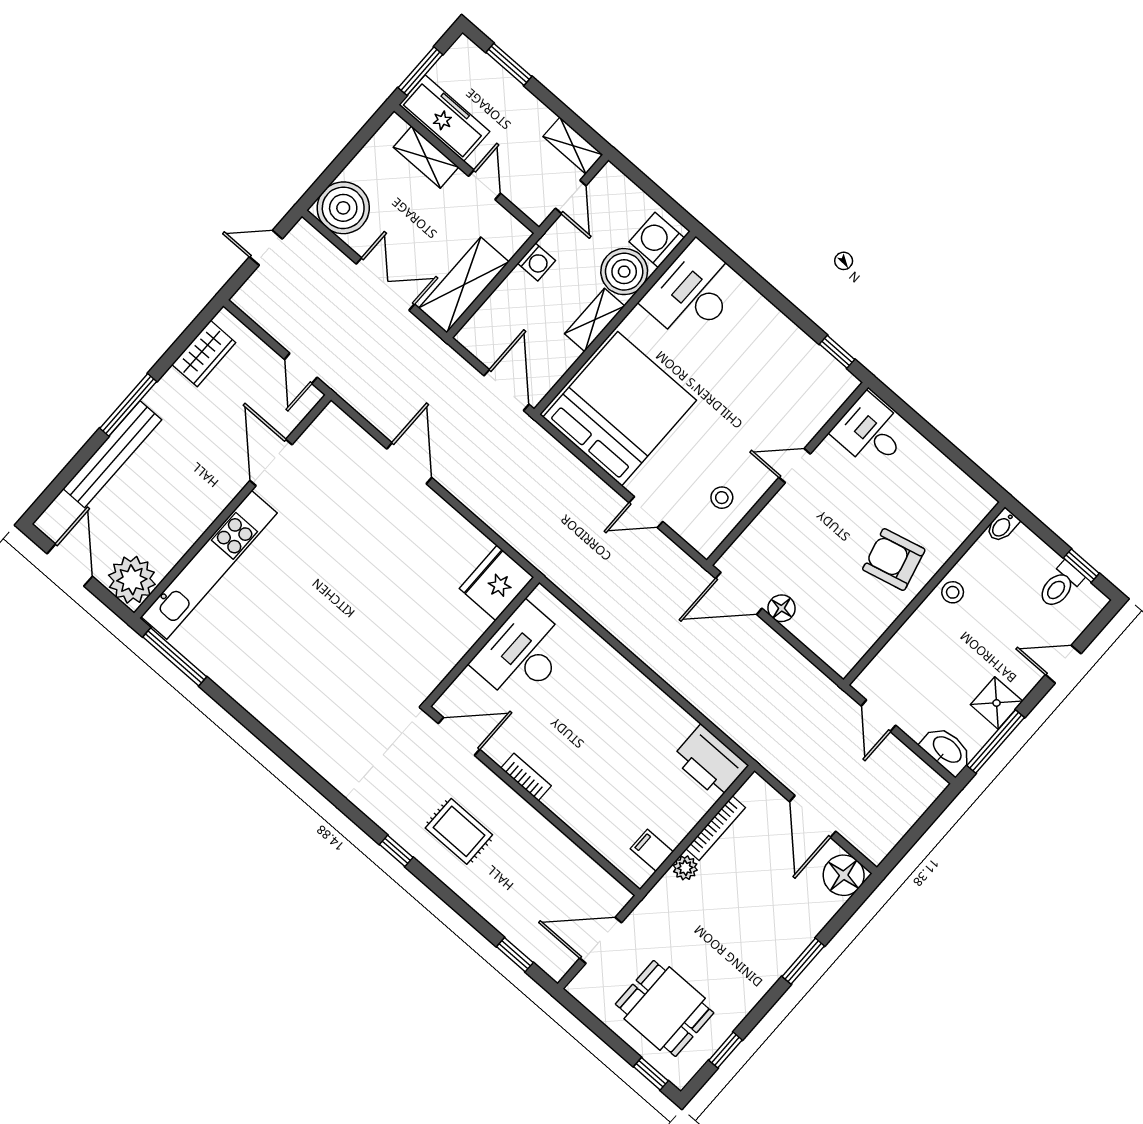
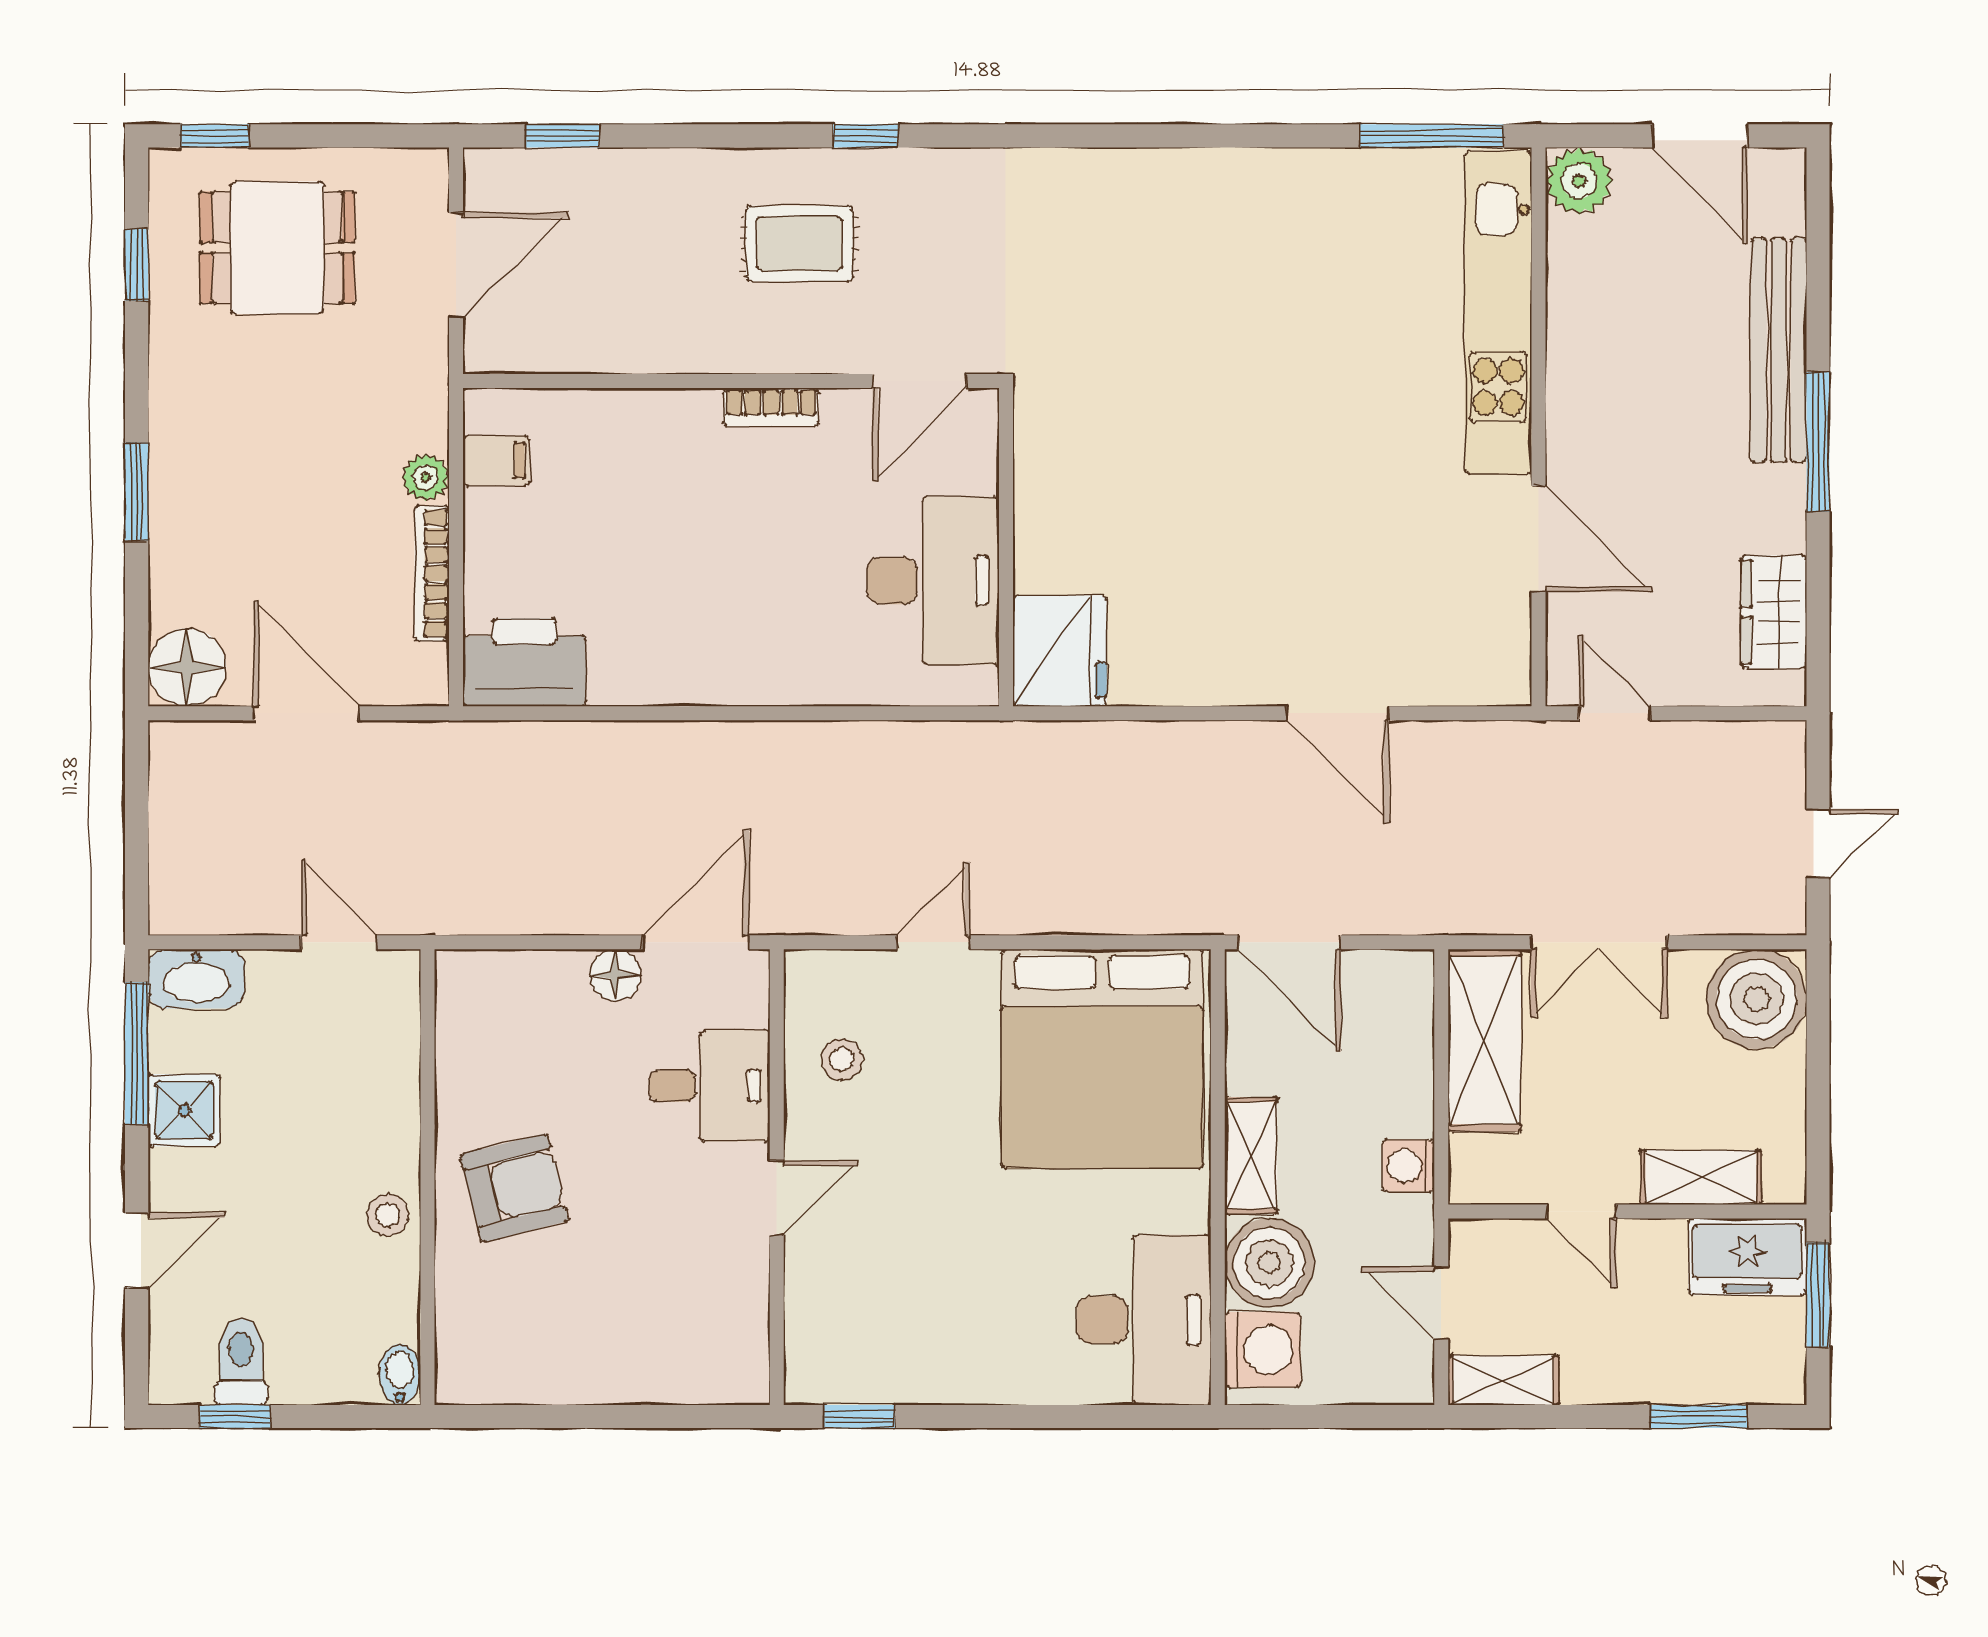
freezer: (444, 118) -> (1747, 1257), width x0.71
desk: (871, 432) -> (710, 1086), moved
plant: (132, 580) -> (1579, 181), width x0.73, depth x0.73

